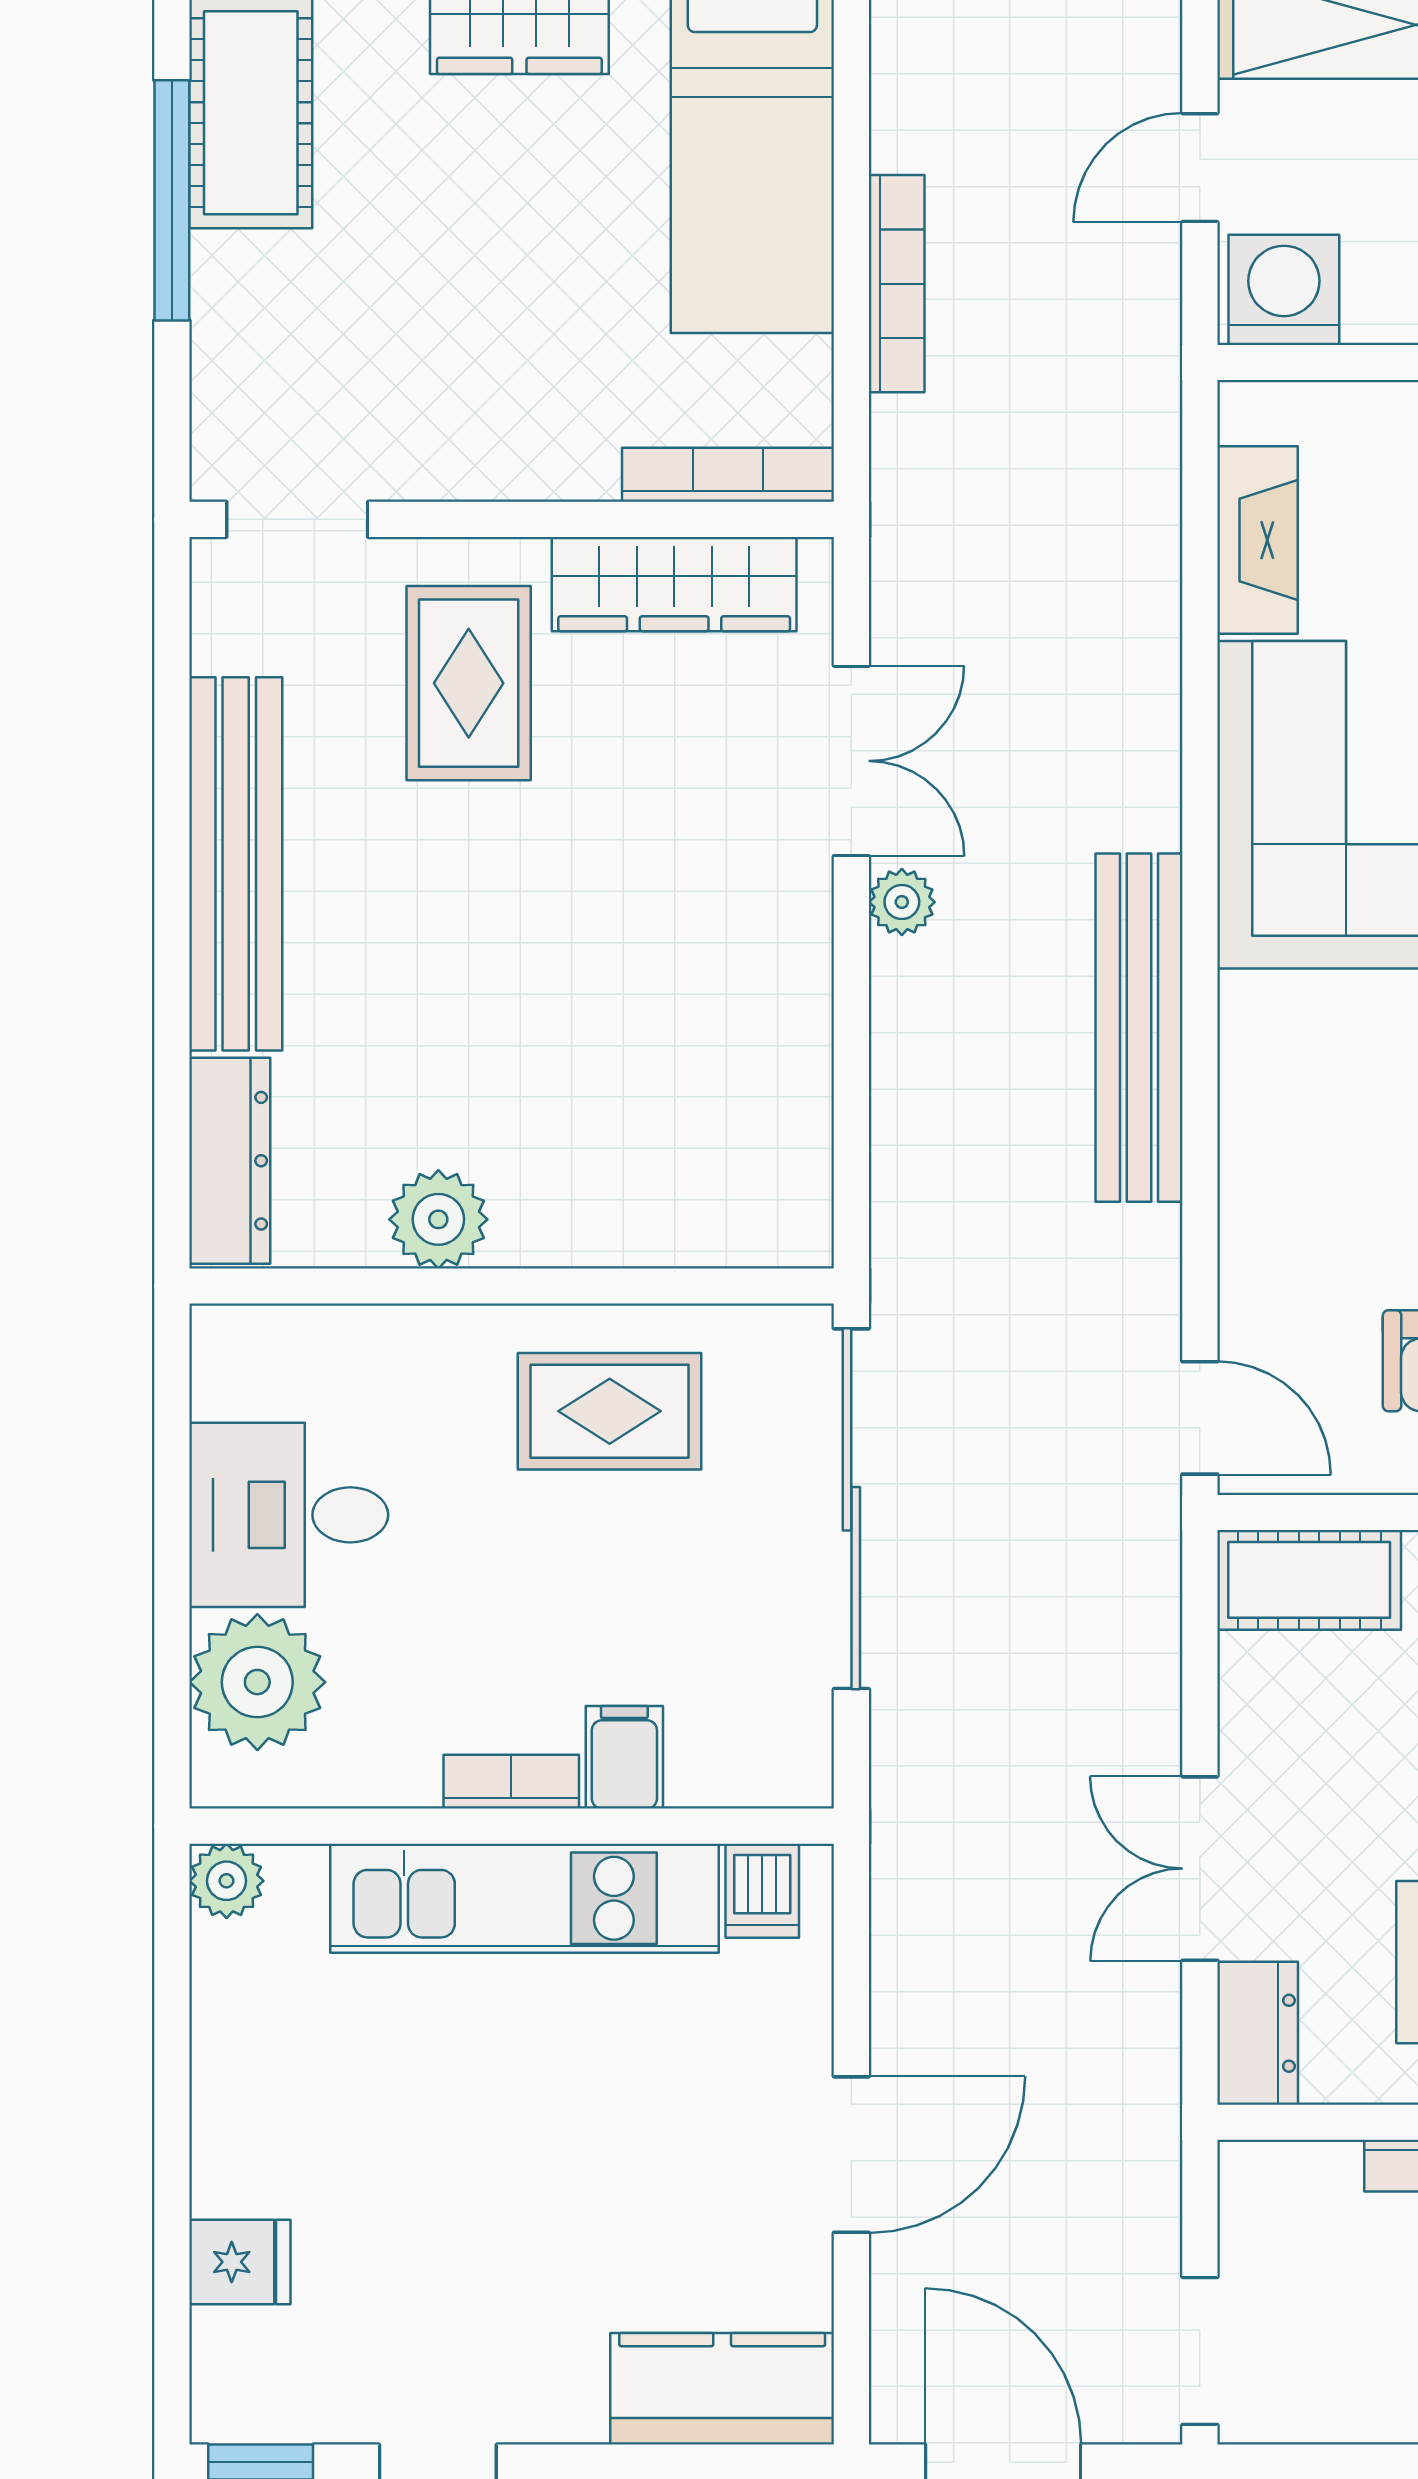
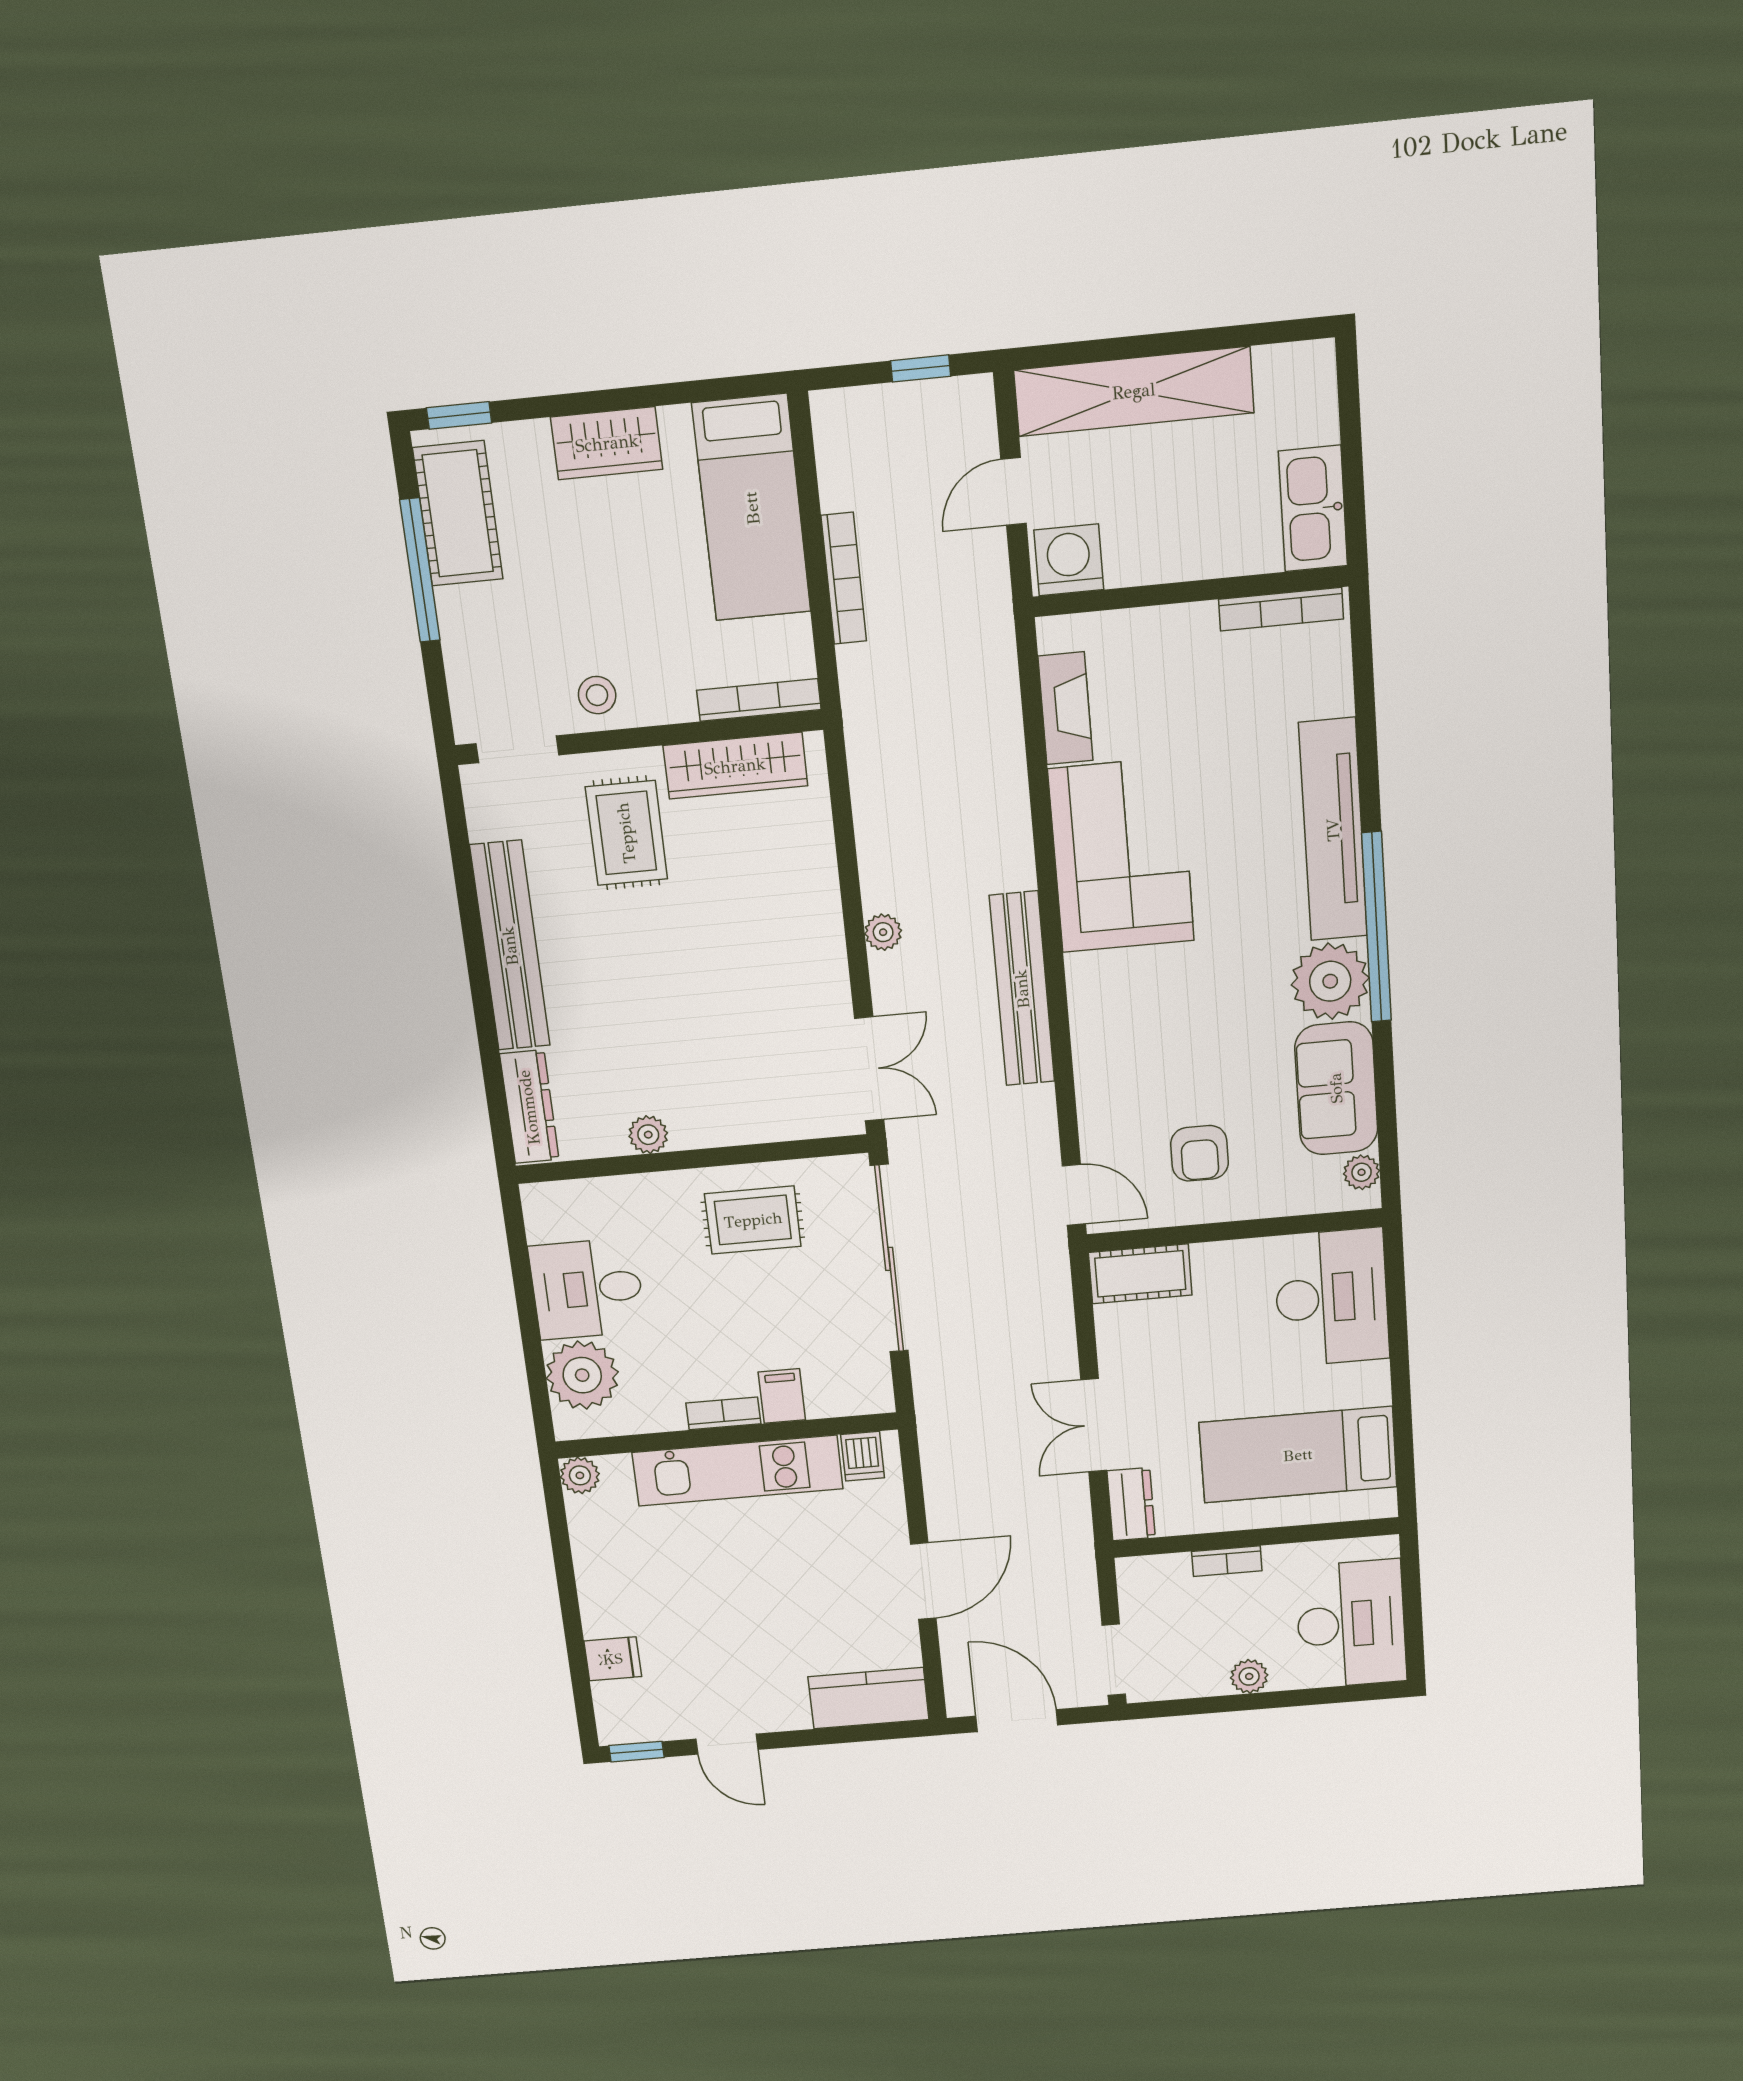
stool: (448, 440) -> (597, 695), added
double door: (851, 761) -> (869, 1069), moved
plant: (438, 1219) -> (648, 1135), width x0.73, depth x0.73

